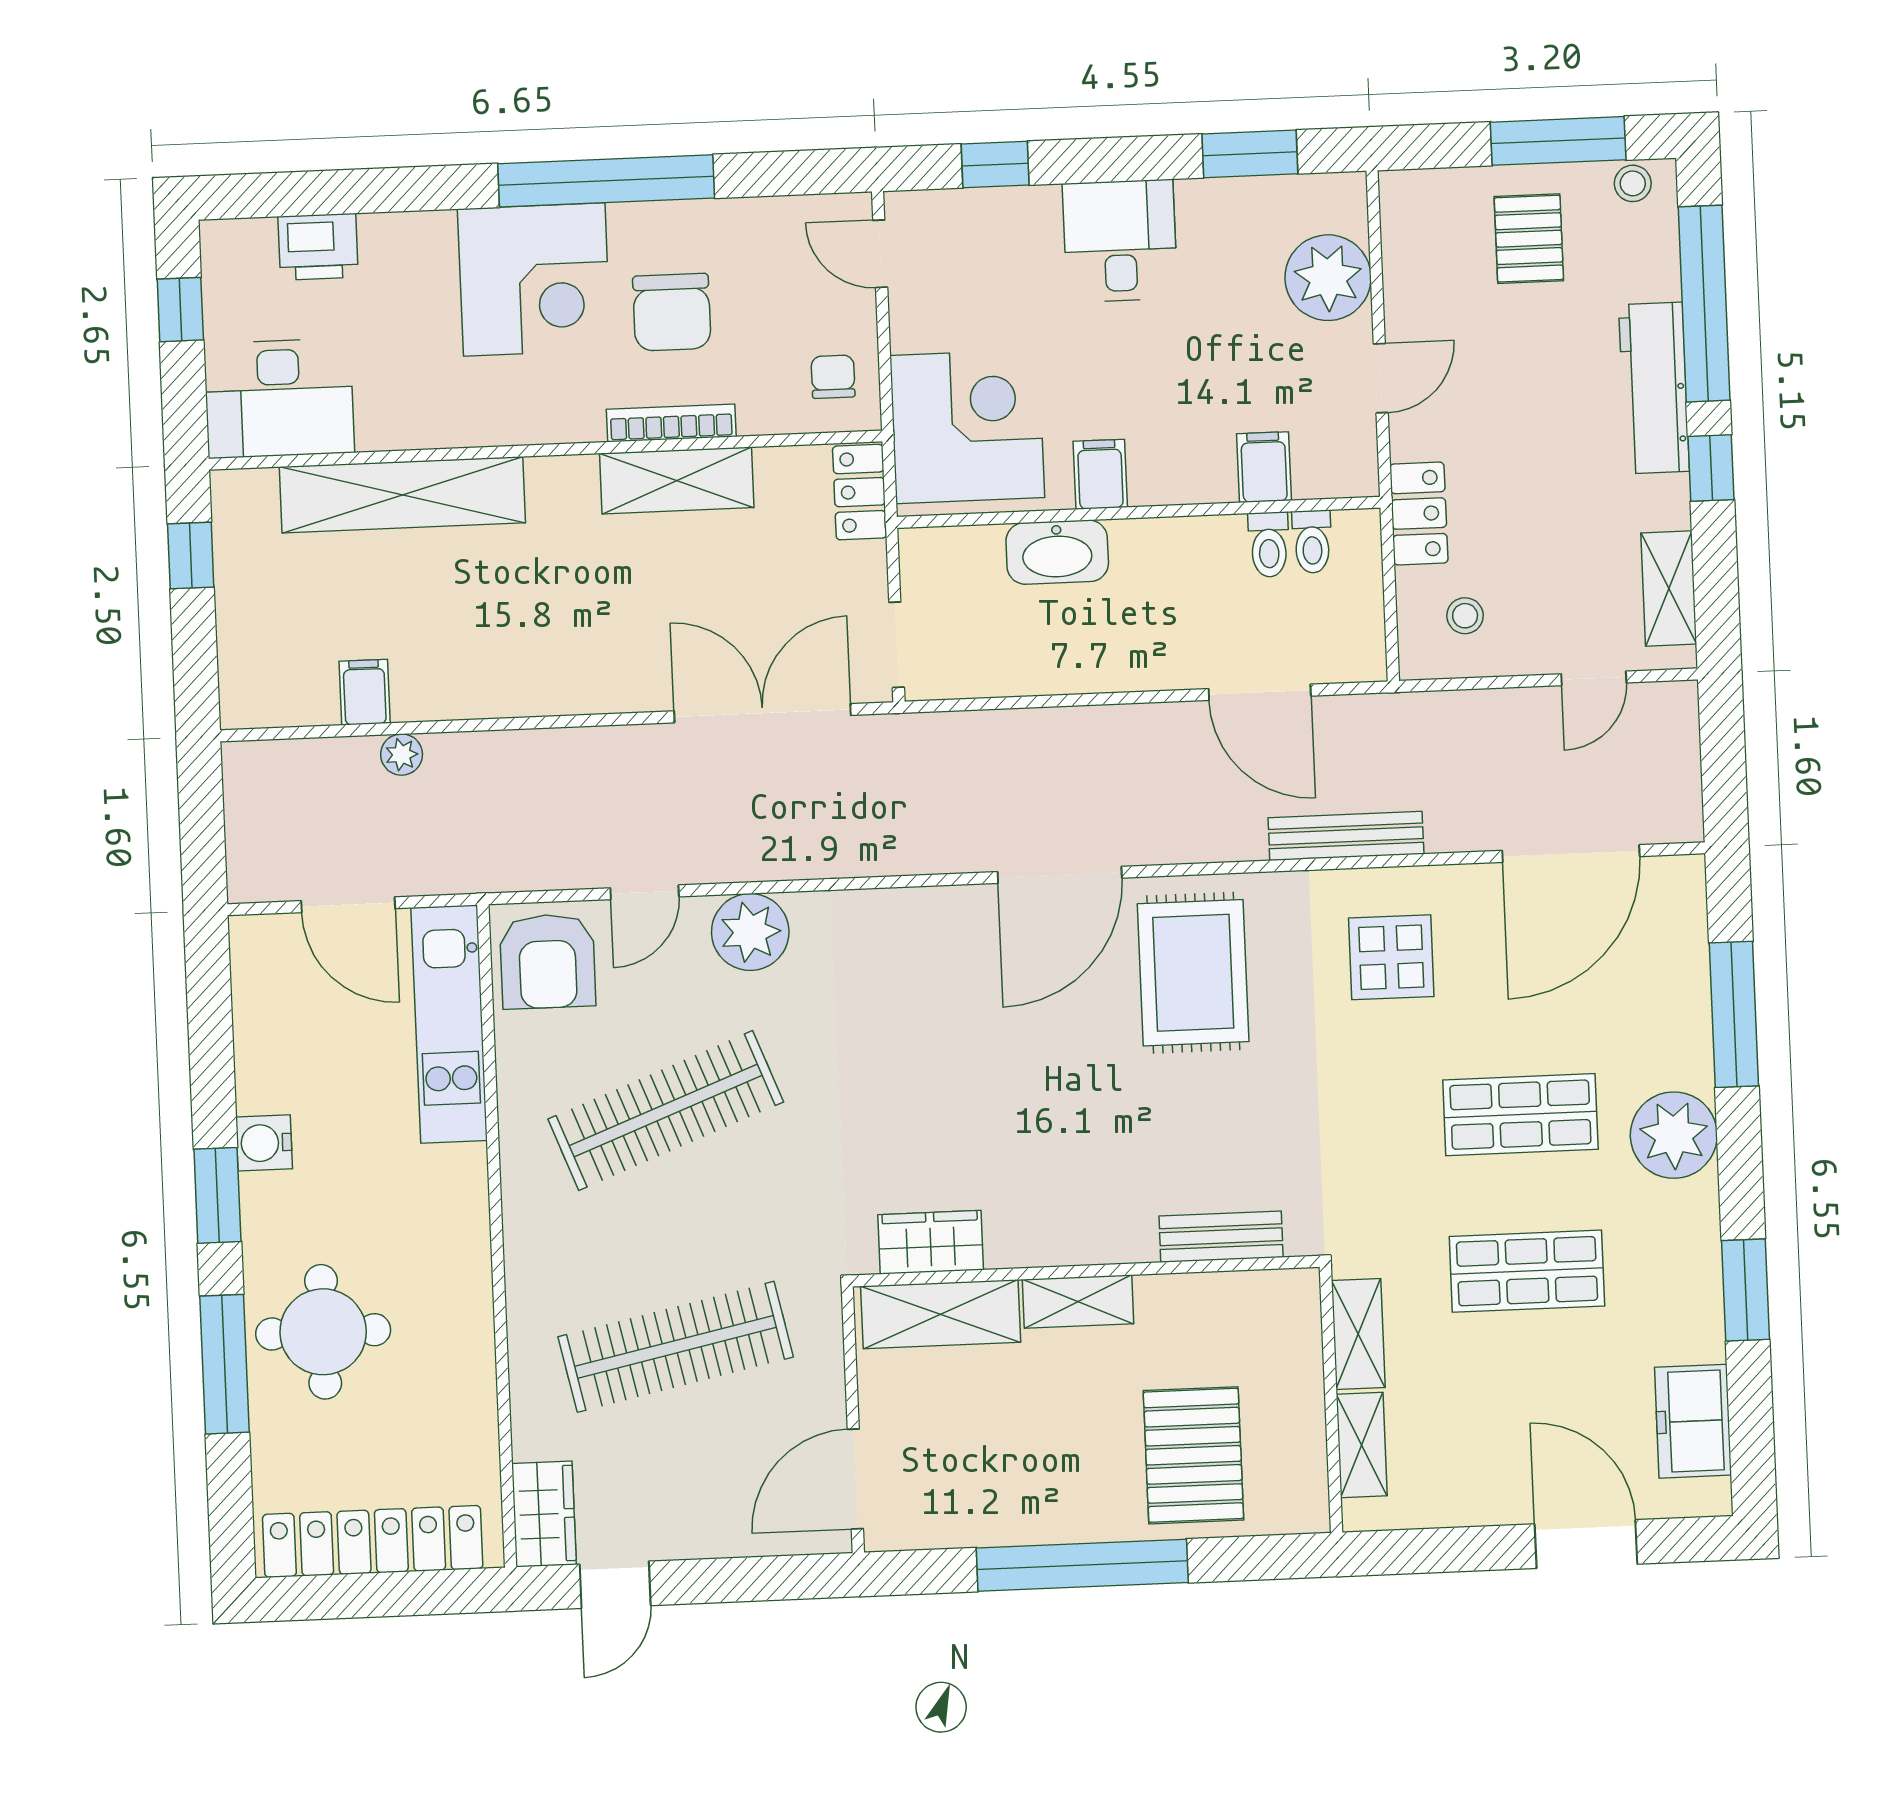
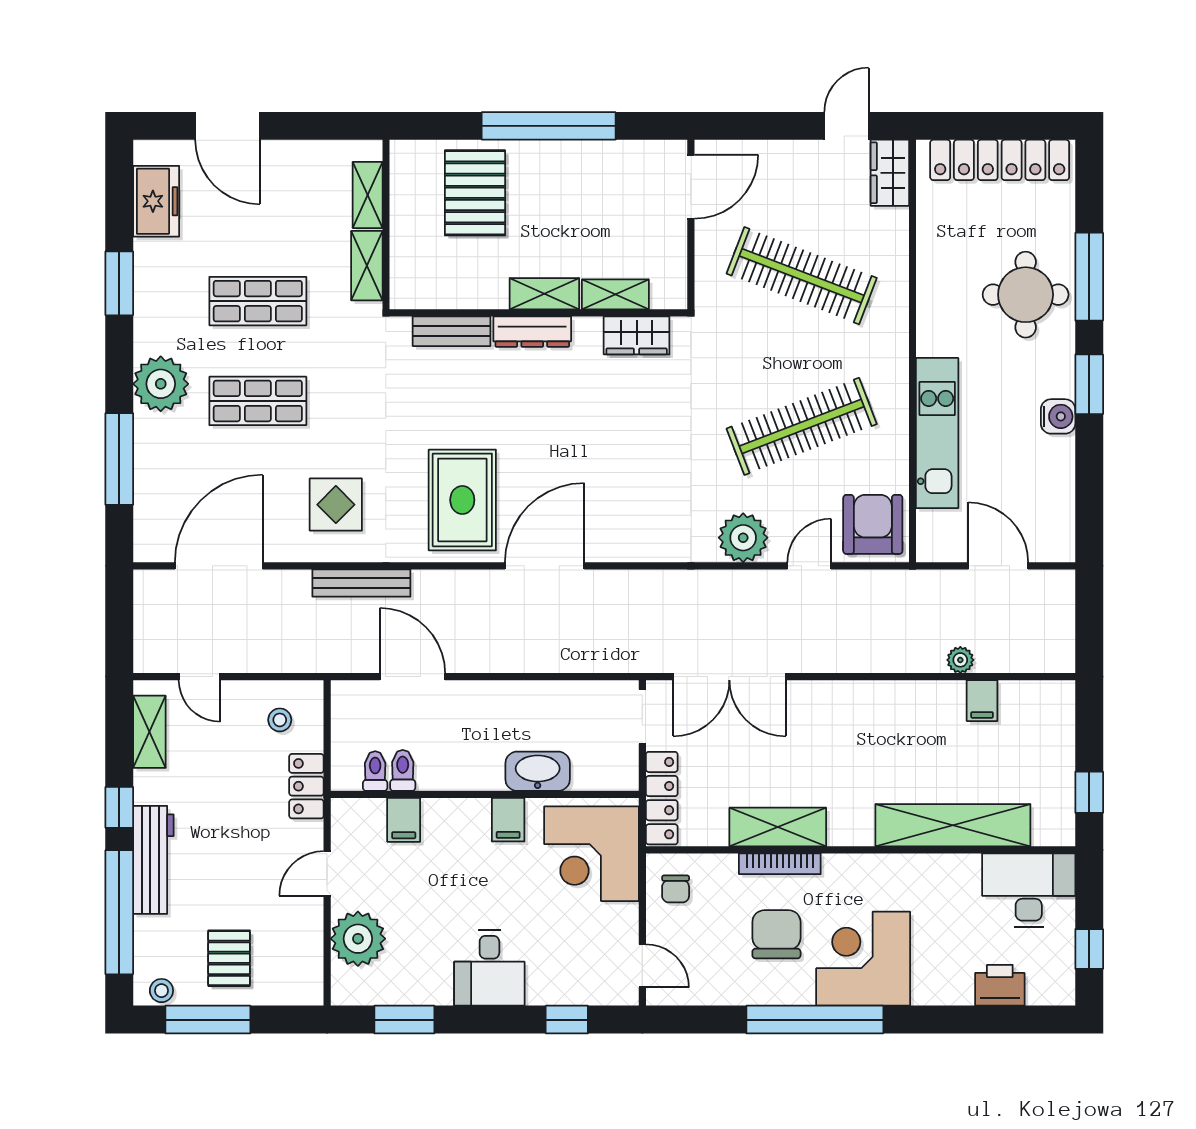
locker: (860, 492) -> (662, 798), width x1.53
door: (1594, 678) -> (200, 677), swing flipped
kitchen unit: (449, 1024) -> (937, 433), moved
dresser: (1095, 1241) -> (532, 332), added
shelving: (941, 1314) -> (615, 294), width x0.67, depth x0.75
clothes rail: (676, 1347) -> (802, 276), turned 33

